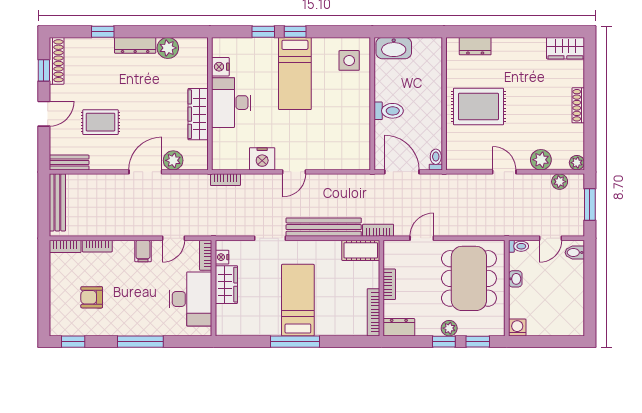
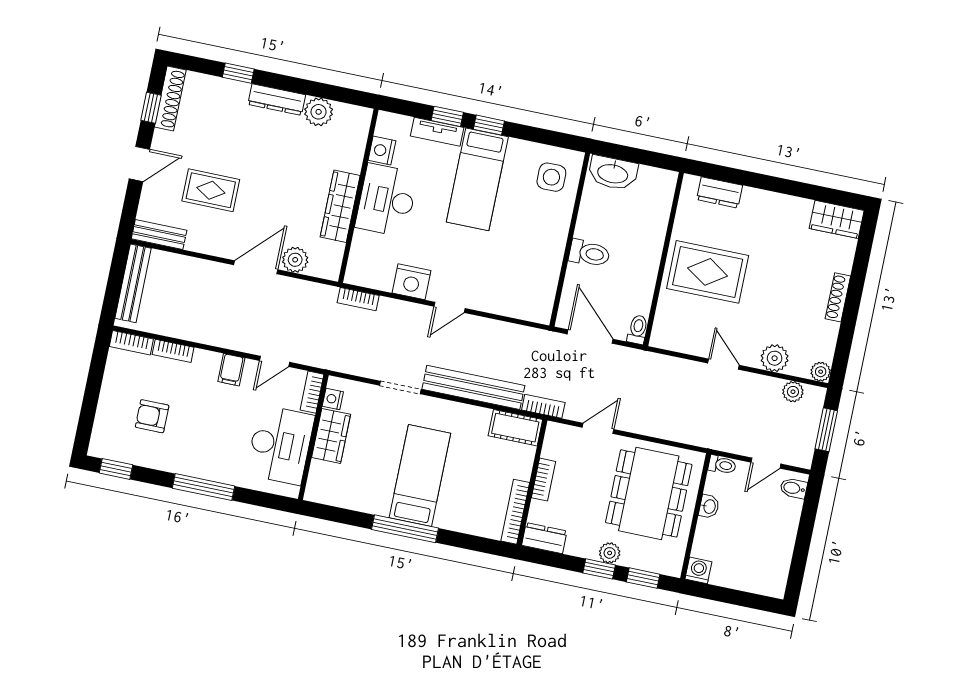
tv unit: (258, 45) -> (437, 132), added

